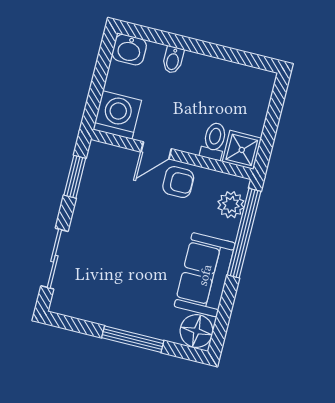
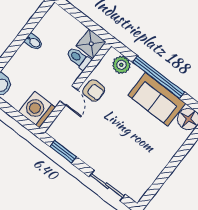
bidet: (173, 60) -> (34, 42), moved
armchair: (178, 182) -> (94, 91), turned 90
window: (244, 233) -> (159, 77), moved
window: (133, 339) -> (176, 160), removed

